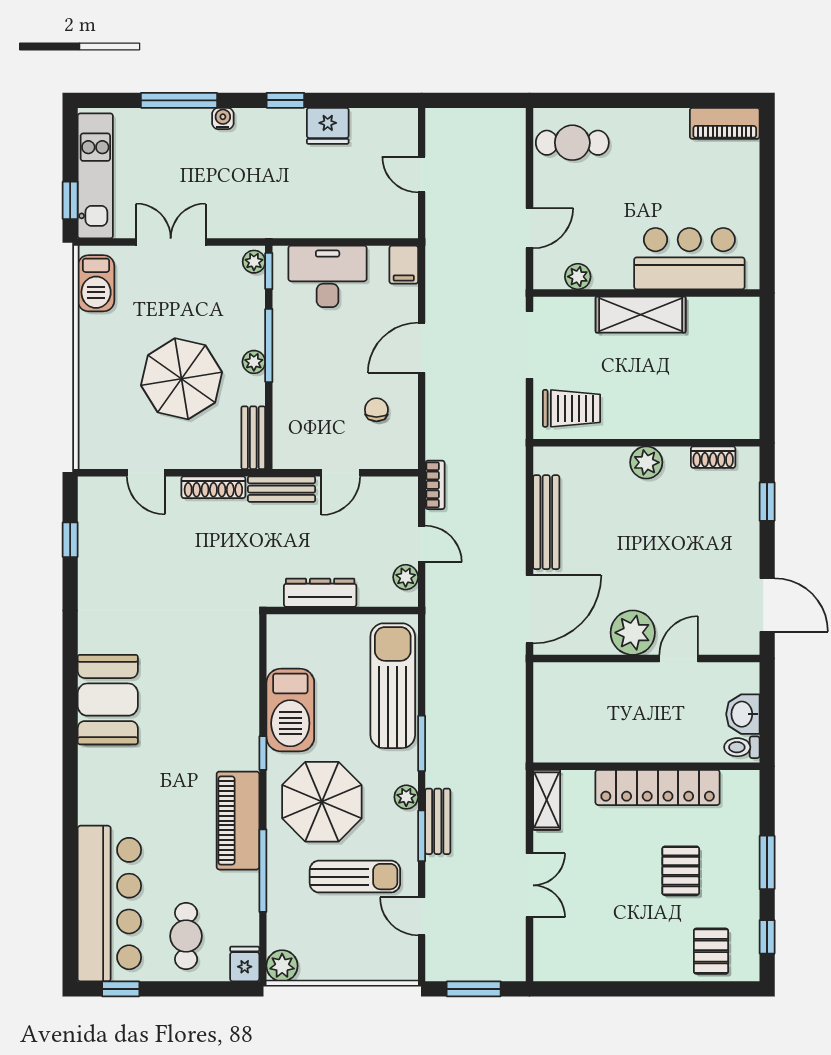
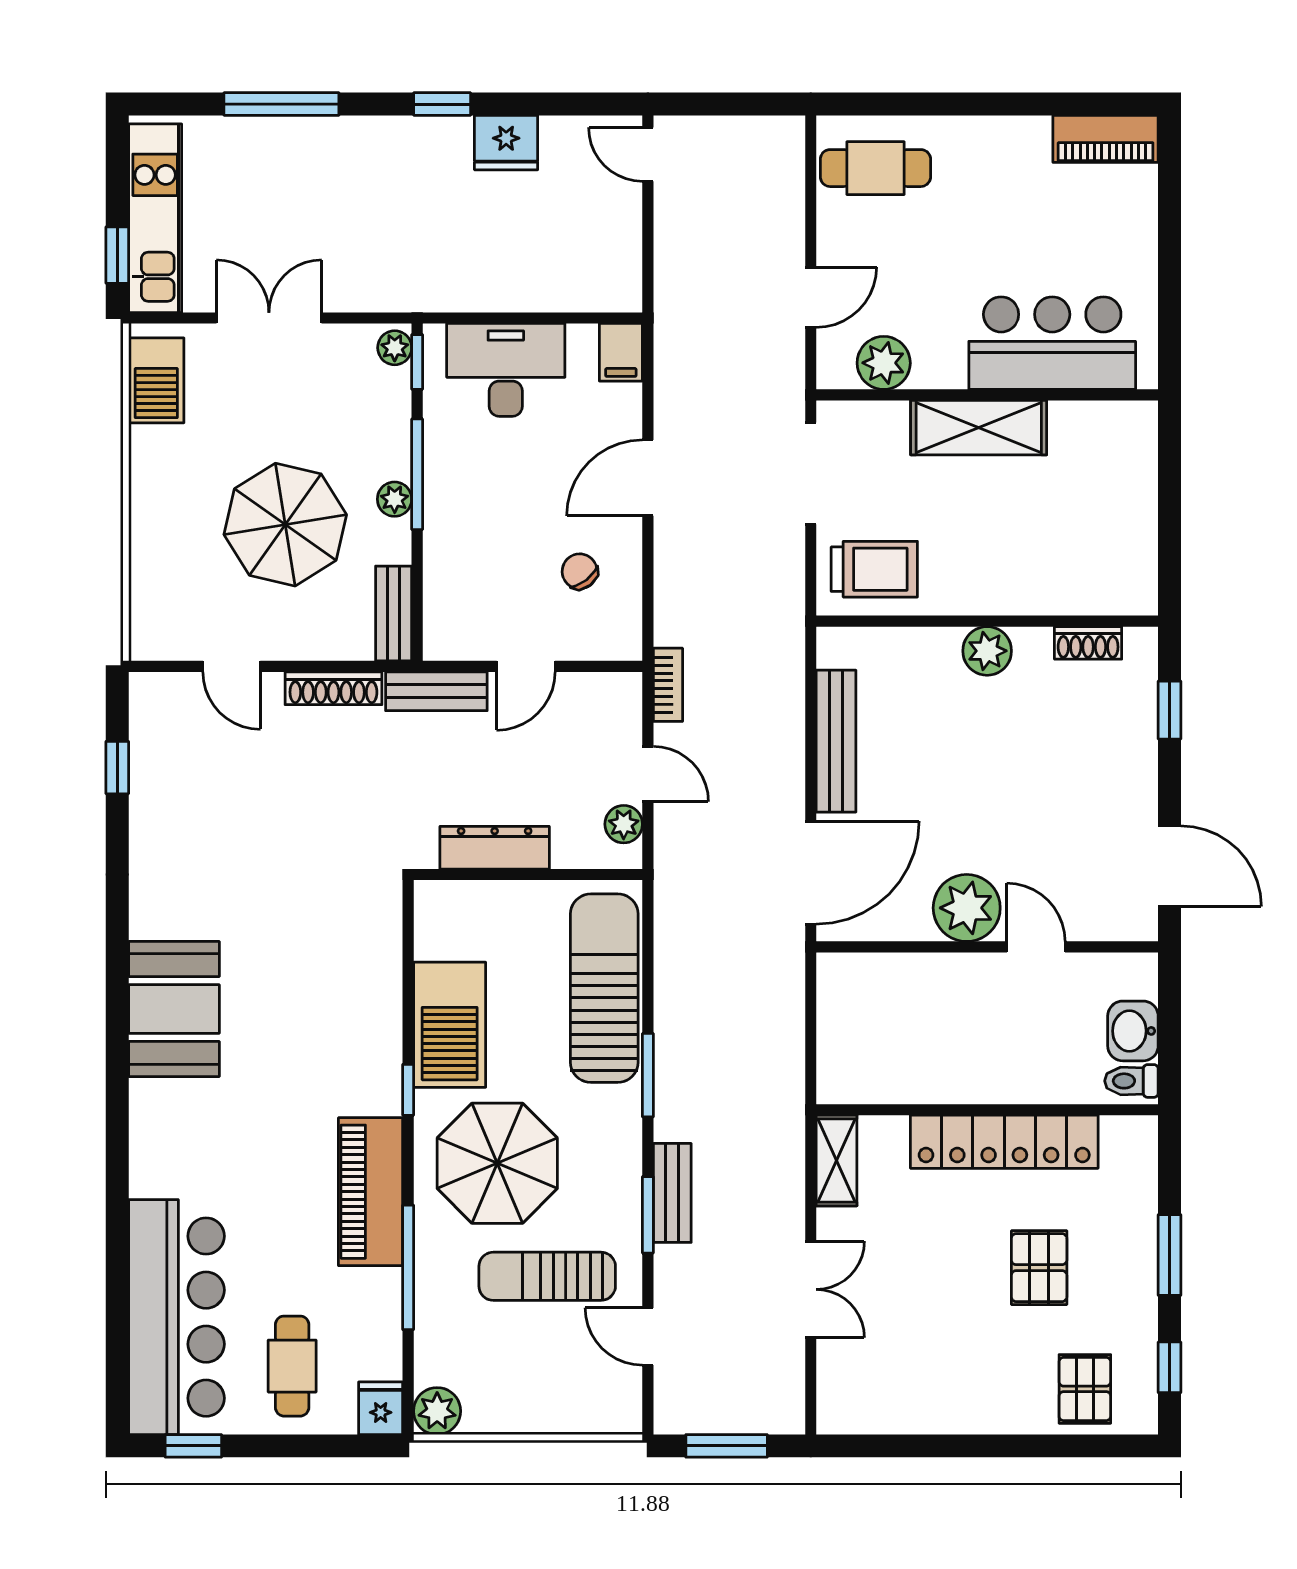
water cooler: (223, 118) -> (348, 132), removed
door: (422, 175) -> (648, 154), moved
plant: (578, 277) -> (884, 363), width x1.38, depth x1.38
chair: (376, 410) -> (580, 571), turned -38
door: (679, 658) -> (1036, 947), hinge flipped
plant: (406, 797) -> (625, 1156), removed
sun lounger: (355, 877) -> (547, 1276), turned 180

